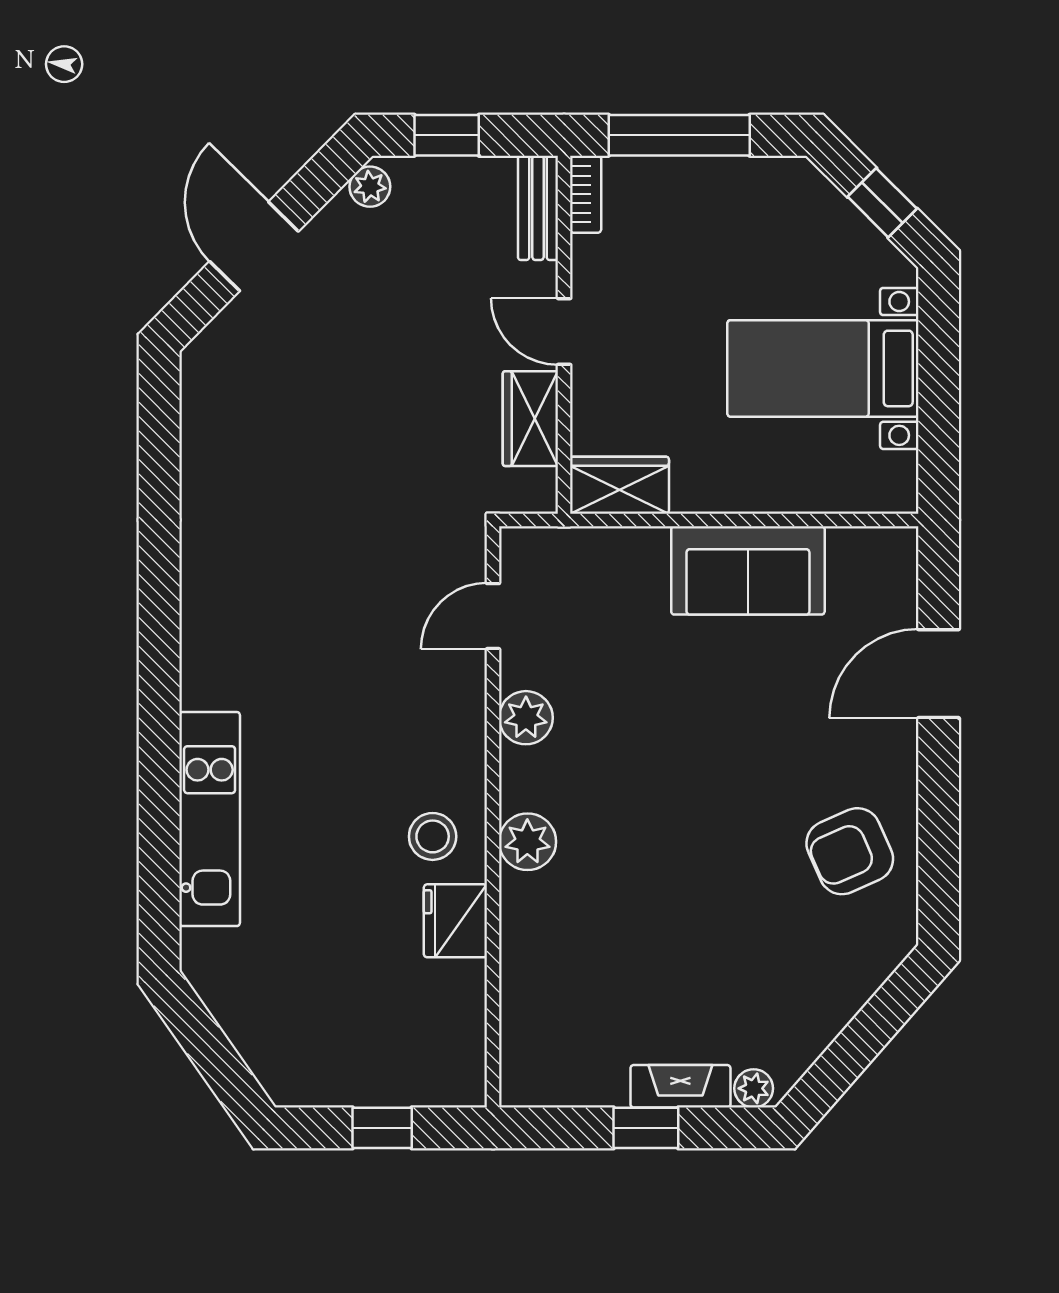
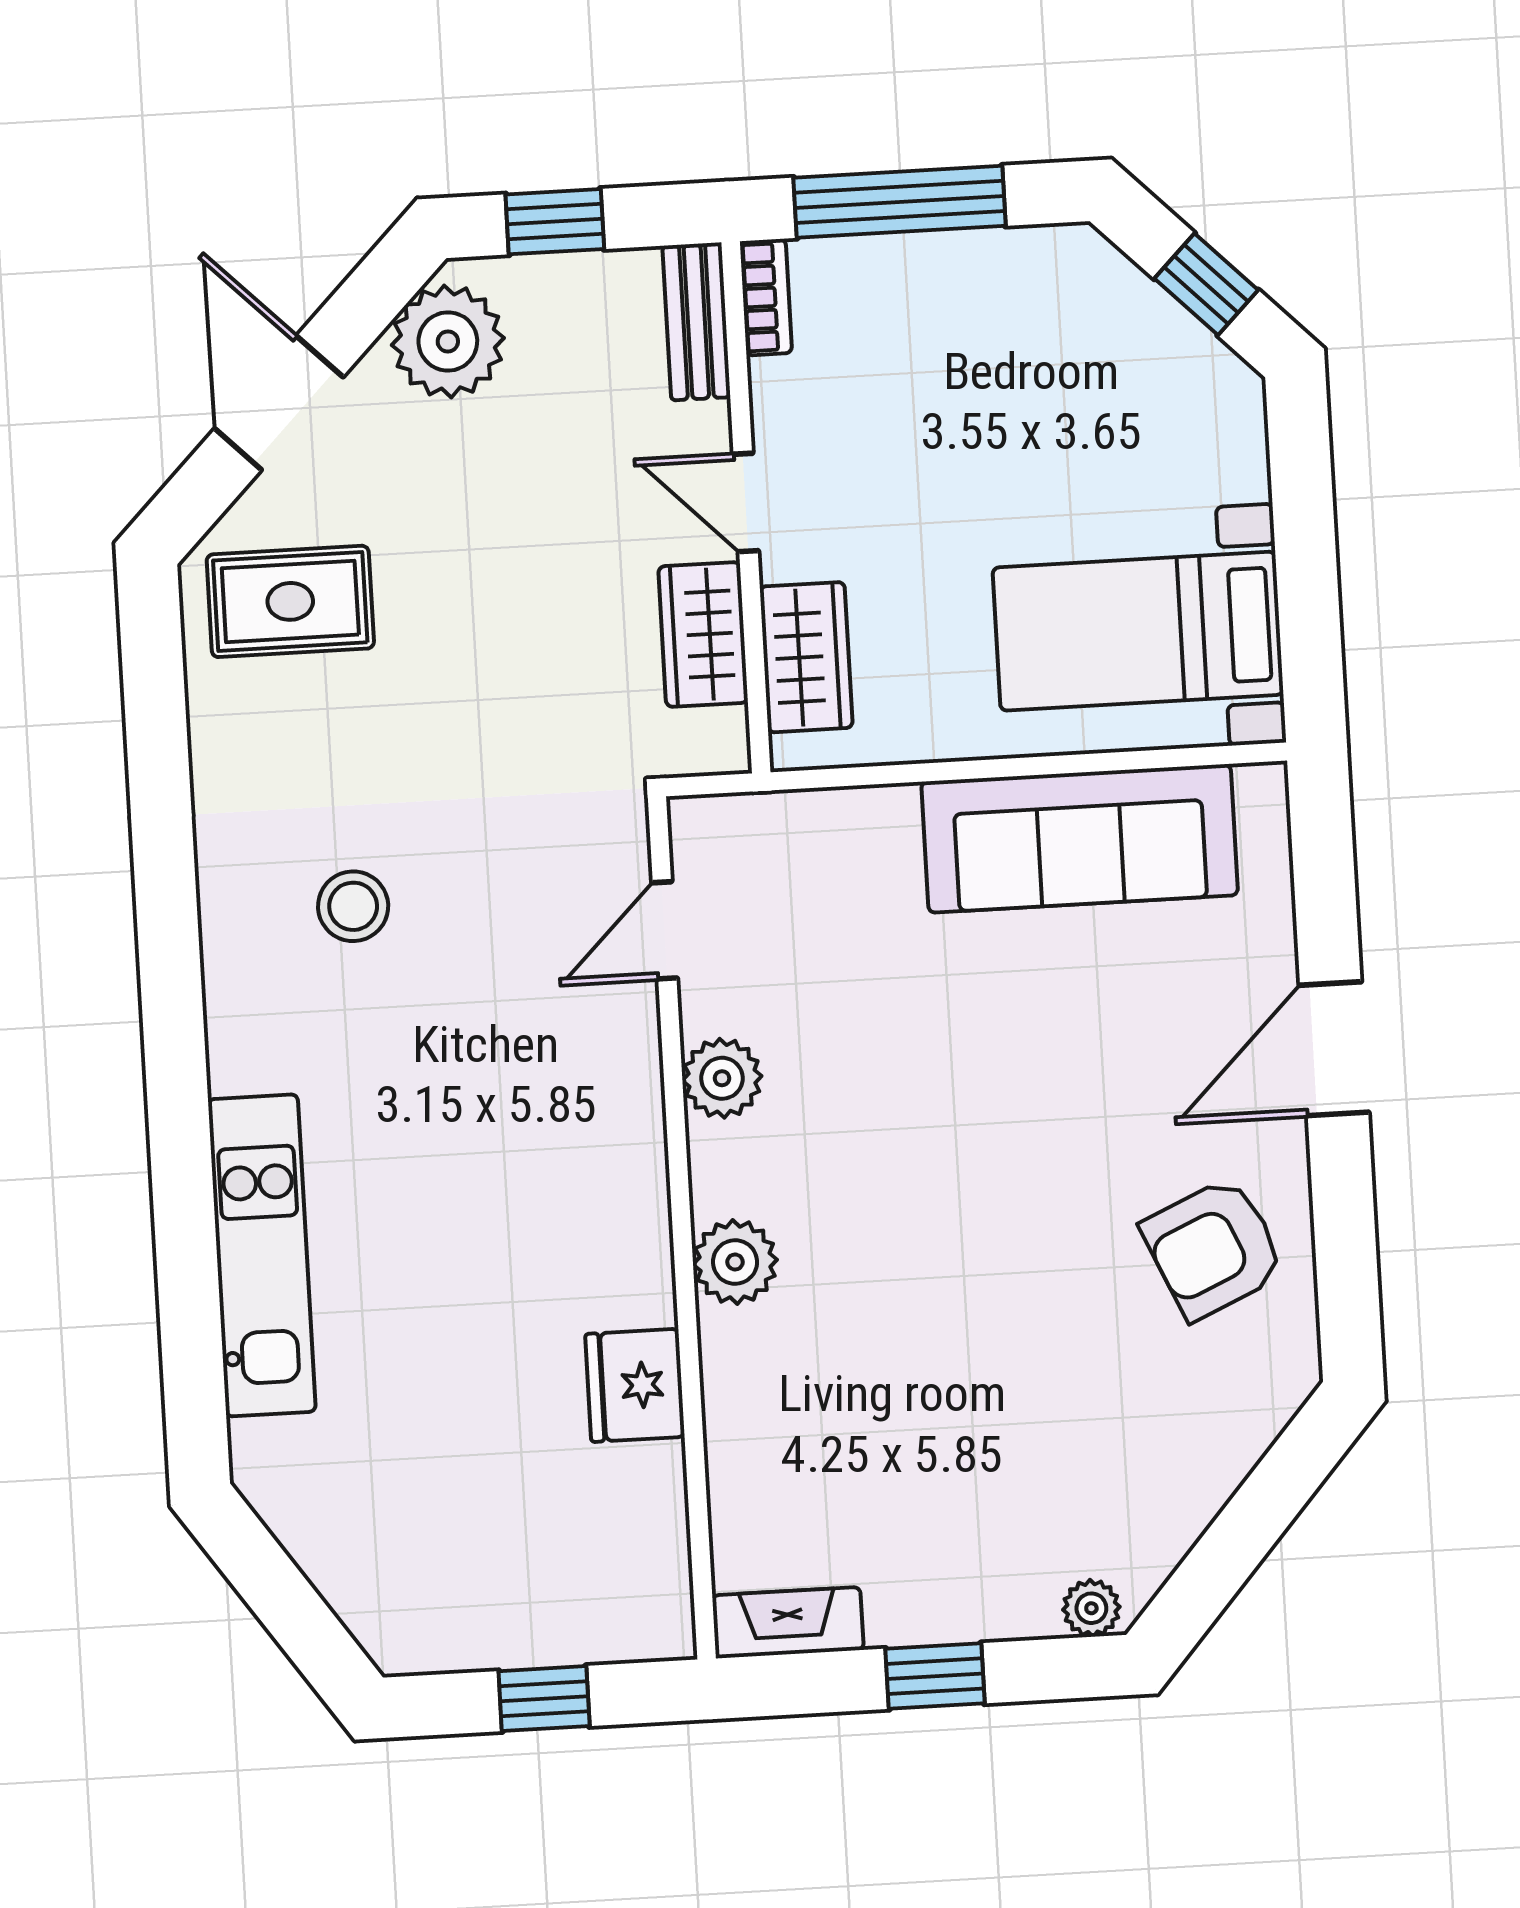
plant: (370, 187) -> (448, 341), width x1.87, depth x1.87
bed with nightstands: (823, 368) -> (1138, 631), moved
rug: (254, 380) -> (290, 601), added
wardrobe: (619, 485) -> (806, 657), moved, turned 90
sofa: (748, 570) -> (1080, 838), width x1.36
door: (939, 674) -> (1334, 1049), moved
stool: (433, 836) -> (353, 906), moved
fireplace: (680, 1086) -> (788, 1623), moved

